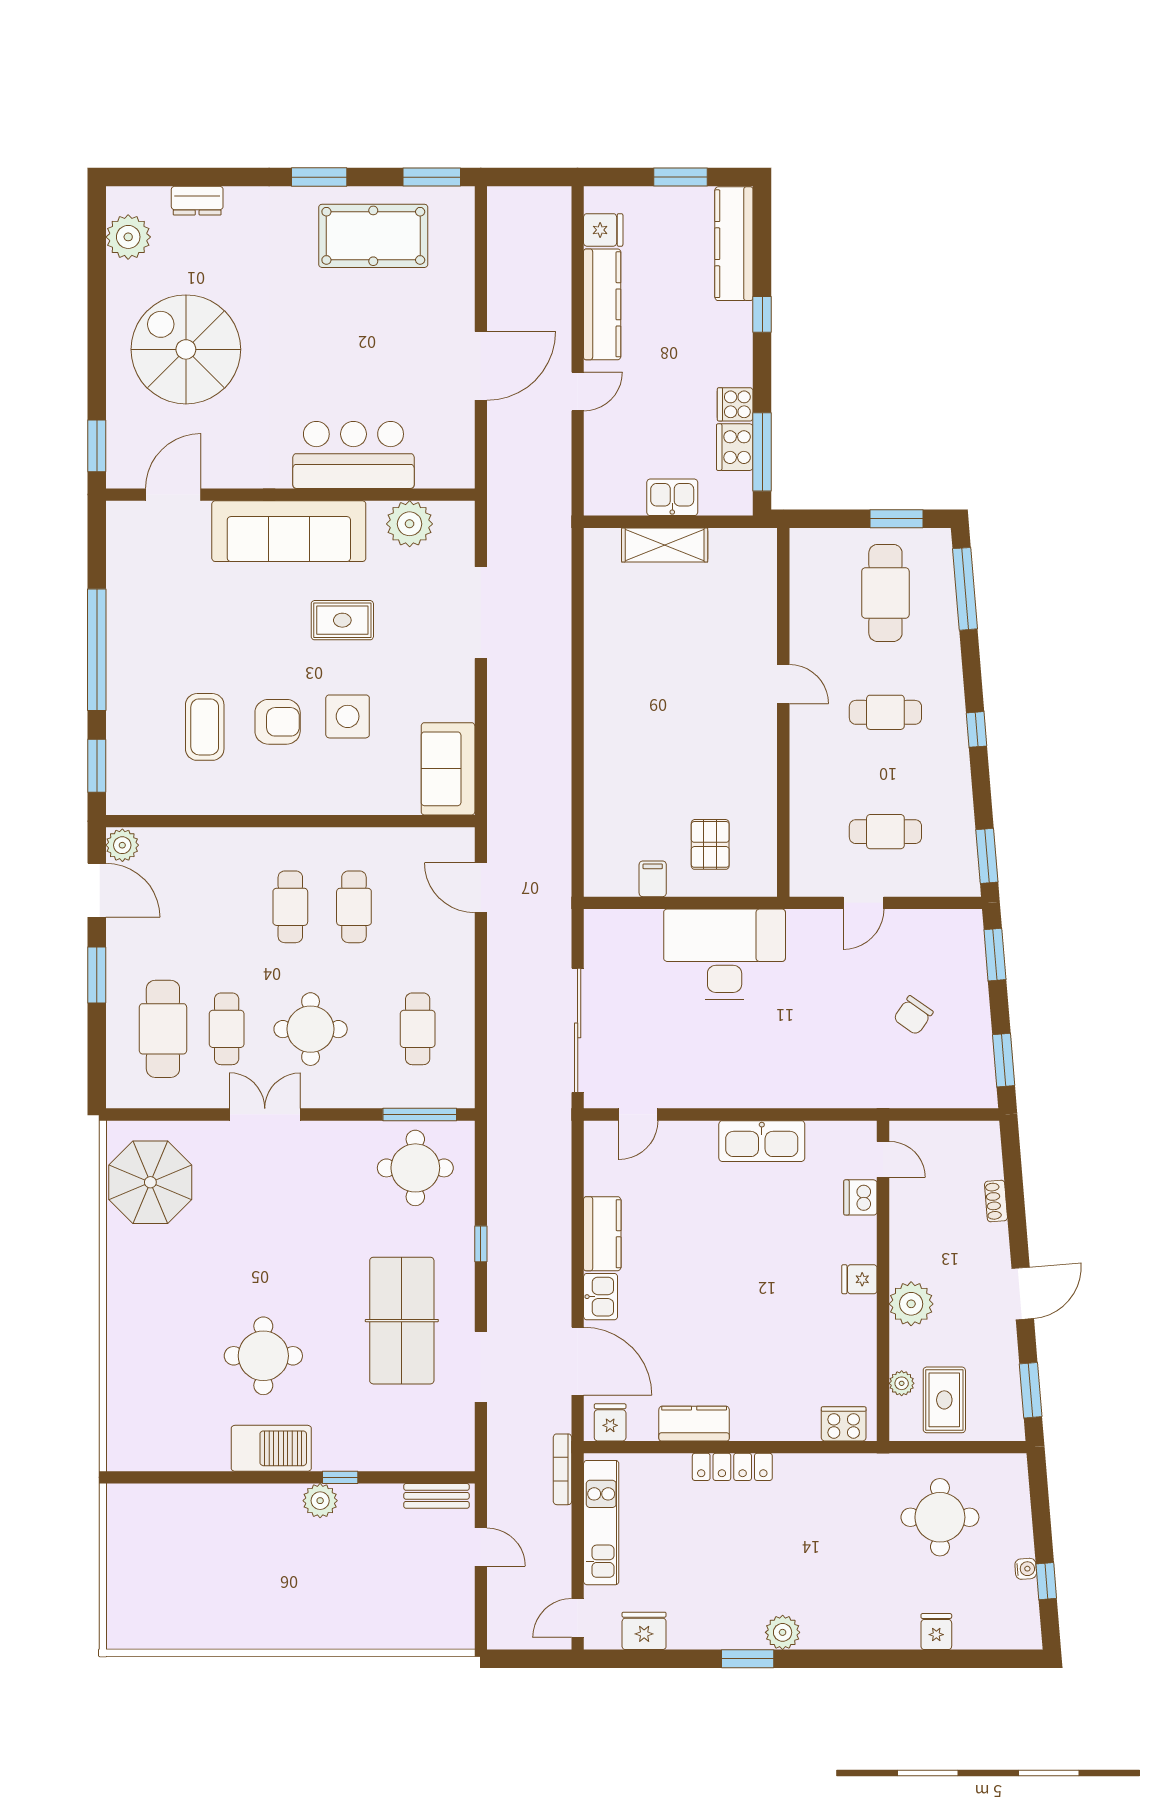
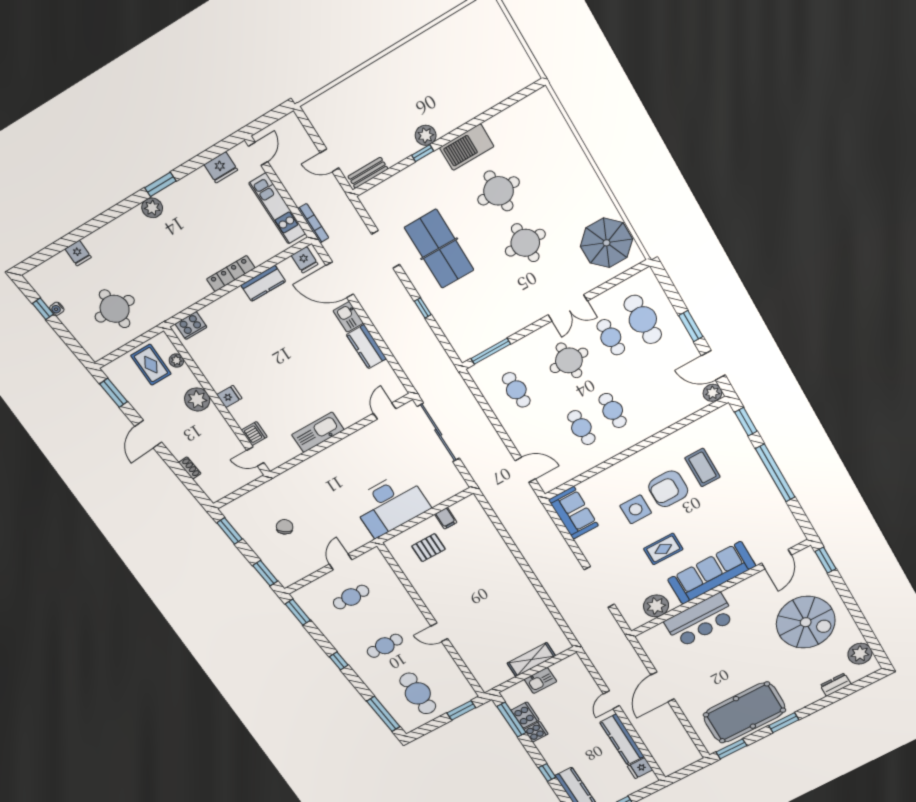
pool table: (373, 236) -> (744, 712), width x1.36, depth x1.32
window: (896, 519) -> (461, 710), moved
armchair: (278, 722) -> (668, 489), width x1.36, depth x1.36
pallet: (710, 844) -> (428, 548), turned 90
round table: (415, 1168) -> (525, 243), moved

